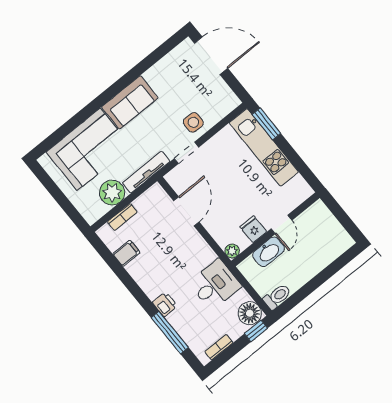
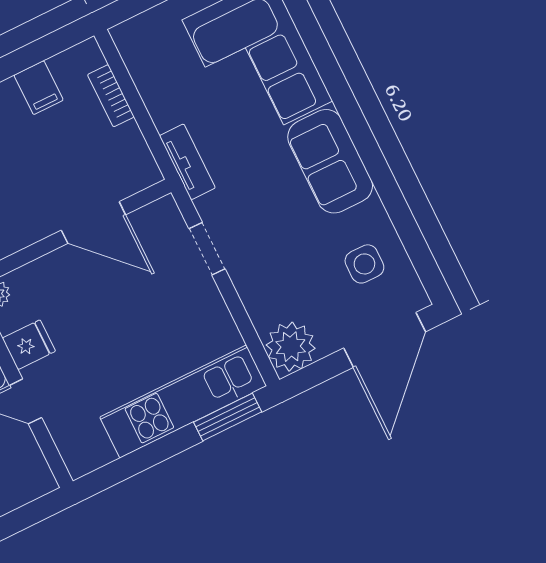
side table: (193, 122) -> (364, 264), moved
tv unit: (146, 172) -> (187, 162), width x0.71
plant: (112, 193) -> (291, 347), moved

